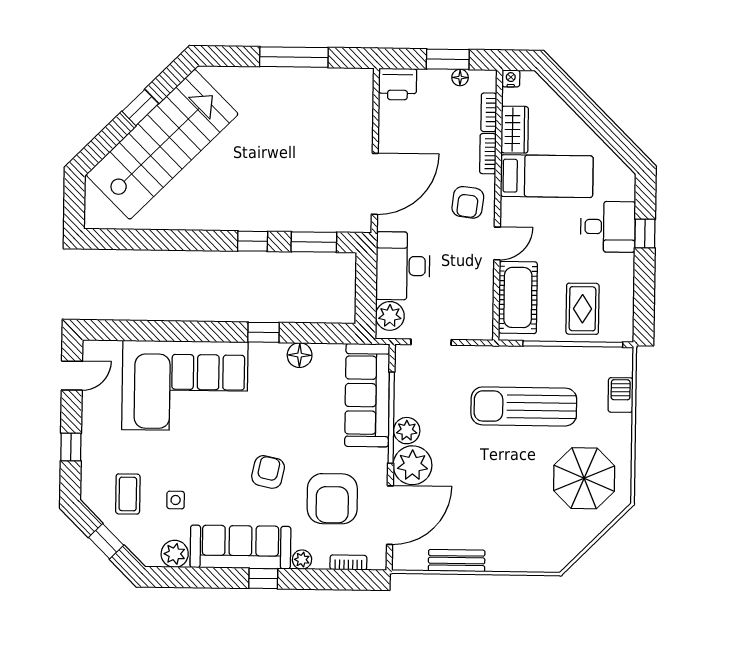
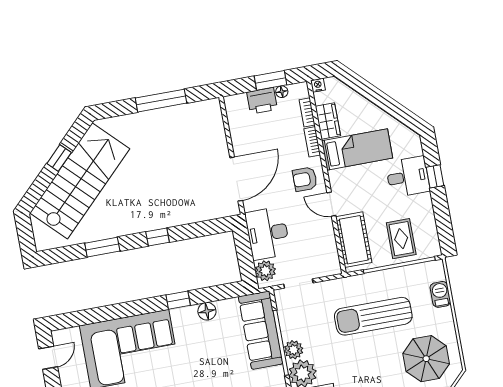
printer: (398, 84) -> (262, 101), moved
armchair: (468, 202) -> (305, 179), turned 83
window: (314, 242) -> (102, 247), moved
door: (497, 243) -> (331, 204), swing flipped

